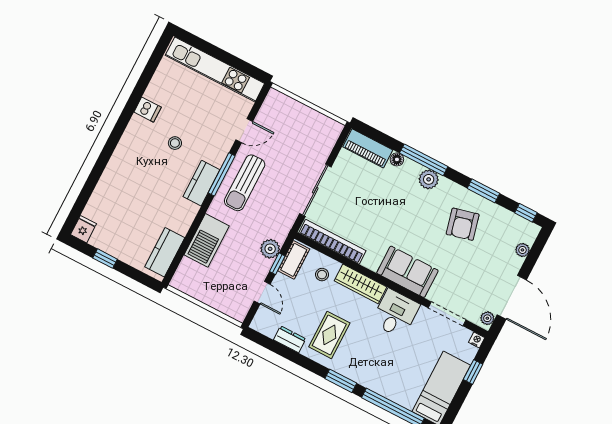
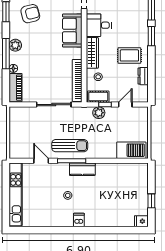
dishwasher: (148, 110) -> (79, 220), moved
barbecue: (207, 240) -> (131, 150), moved
kitchen counter: (165, 252) -> (131, 170), removed

